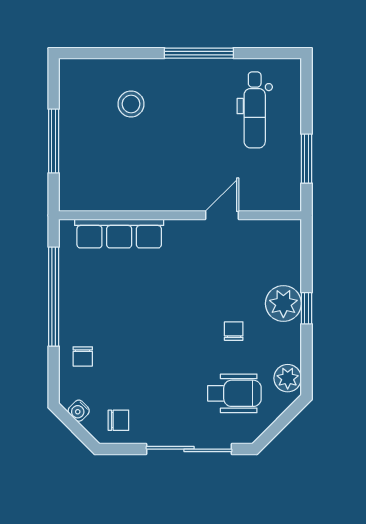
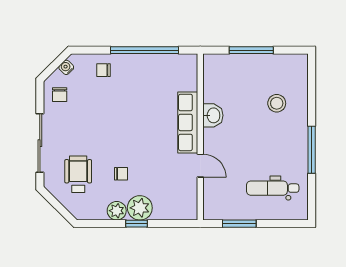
washbasin: (149, 197) -> (213, 115), added
row of seats: (119, 234) -> (188, 122), moved
plant: (288, 378) -> (117, 211), moved
wheelchair: (234, 393) -> (78, 174), turned 180

